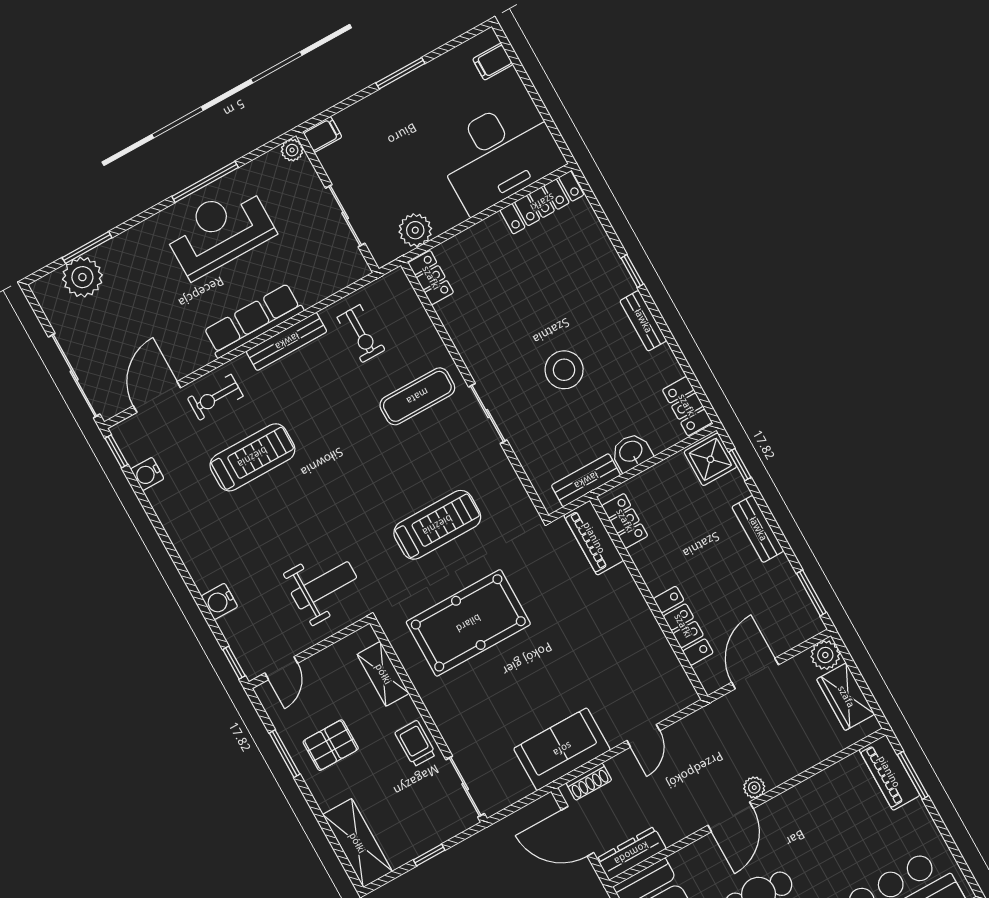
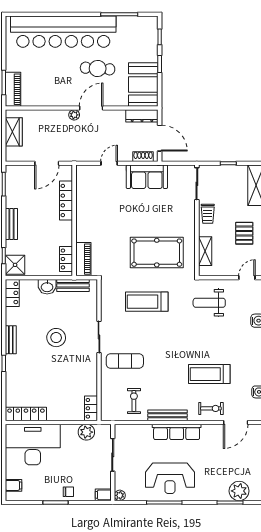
chair: (388, 105) -> (68, 492), added
plant: (825, 655) -> (13, 154), removed
pallet: (331, 745) -> (244, 233), turned 90

